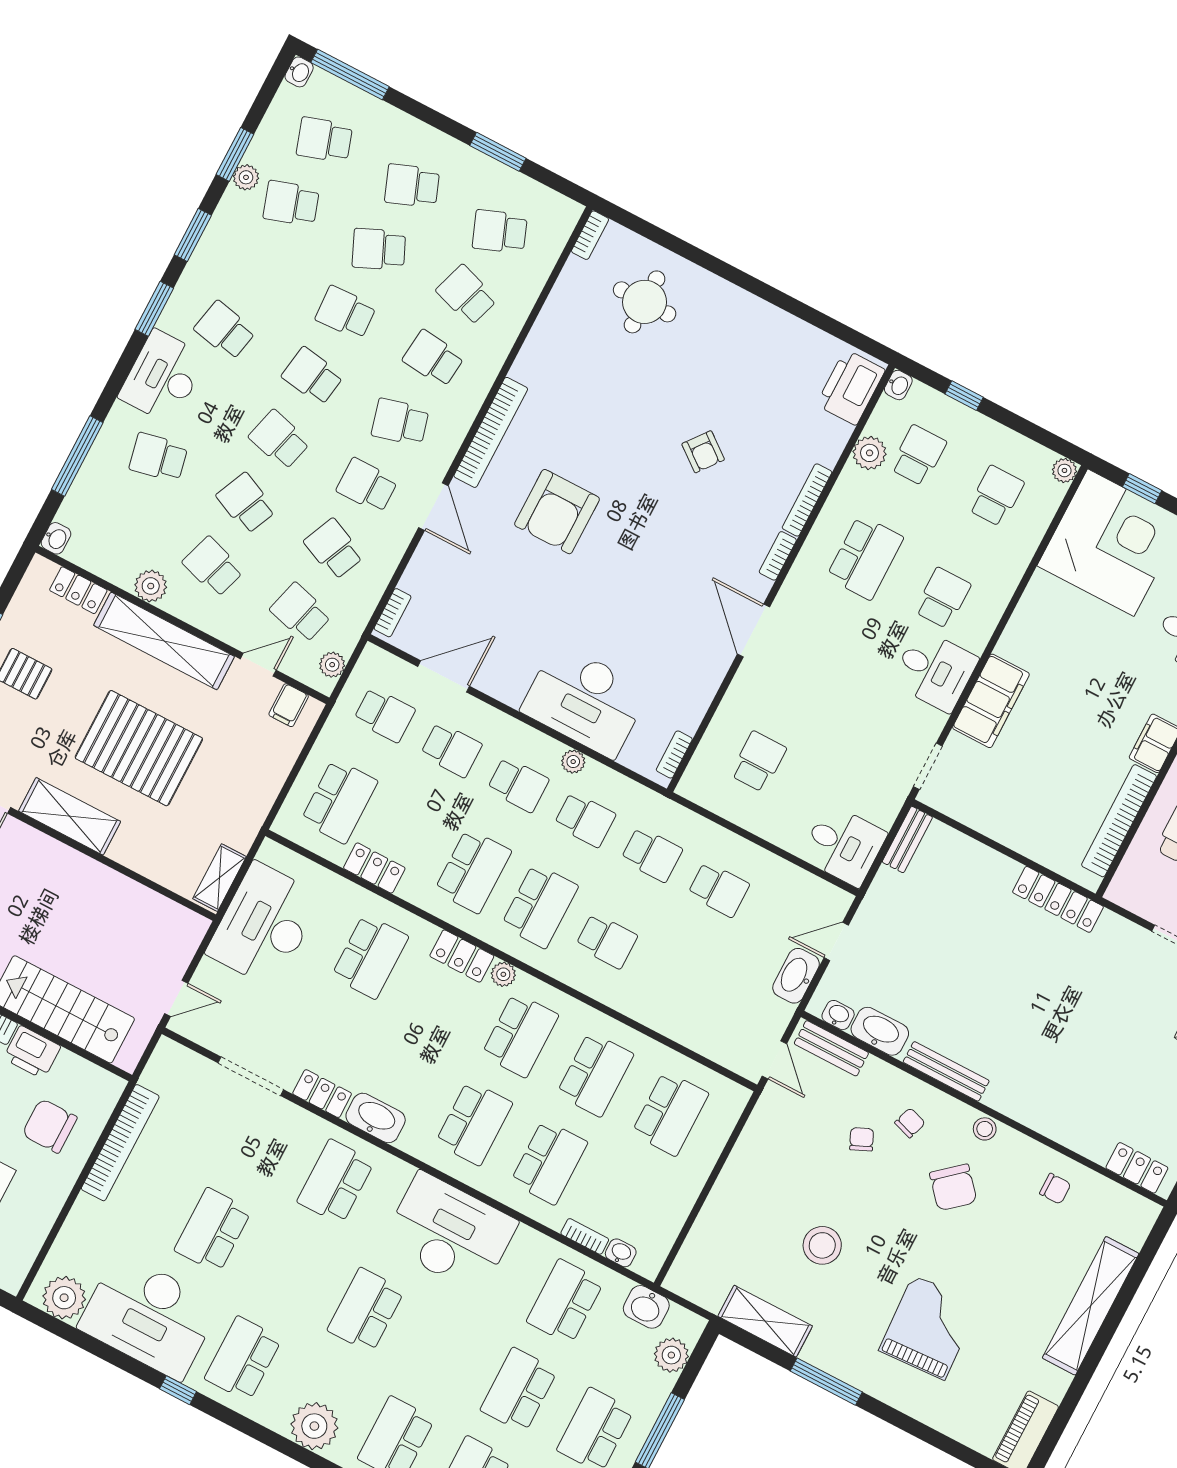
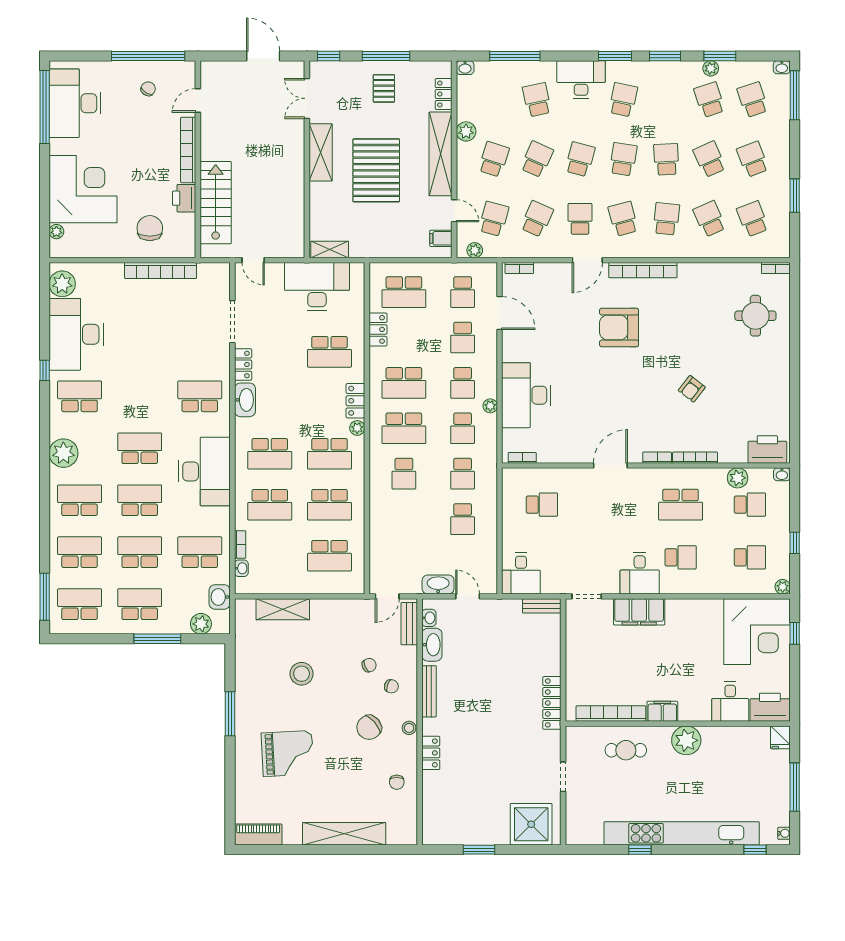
school desk: (467, 295) -> (709, 219), turned -42
window: (964, 396) -> (795, 543), moved
locker: (1137, 1168) -> (431, 753), moved
school desk: (213, 1230) -> (140, 500), moved
shelving: (765, 1321) -> (283, 609), moved, turned 90

